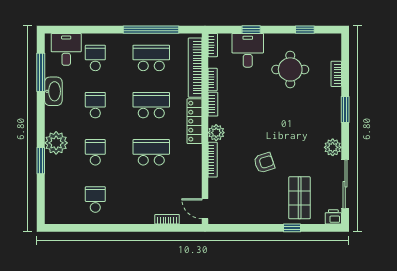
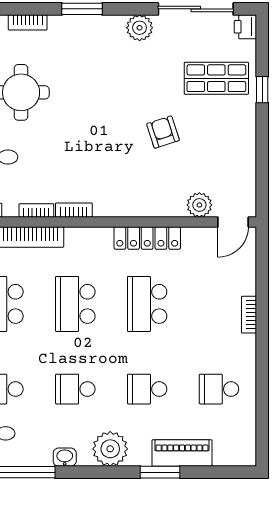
washbasin: (53, 91) -> (65, 457), width x0.52, depth x0.69
locker: (195, 121) -> (147, 238), moved
plant: (216, 133) -> (199, 205), moved
plant: (56, 143) -> (110, 449), moved
bookcase: (213, 160) -> (158, 211), removed
piano: (53, 175) -> (182, 453), added
bookcase: (167, 219) -> (249, 315), moved

